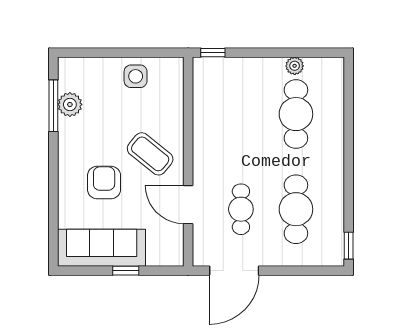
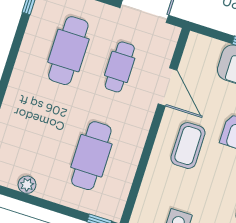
cafe table: (296, 114) -> (91, 156), moved
coffee table: (150, 154) -> (188, 146), turned 51

